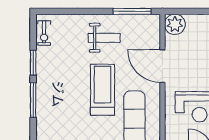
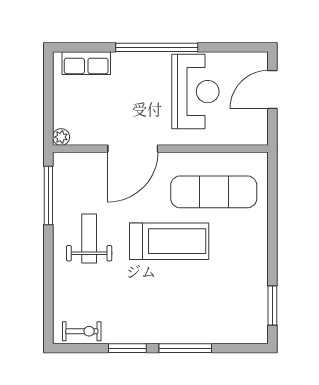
plant: (175, 24) -> (61, 137), width x0.53, depth x0.53
treadmill: (102, 90) -> (169, 241), turned 180

